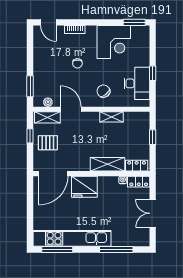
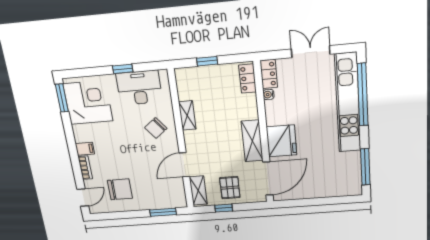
filing cabinet: (91, 32) -> (85, 149), added
corner desk: (114, 42) -> (88, 102), moved
chair: (77, 63) -> (120, 189), moved, width x1.87, depth x1.87
plant: (48, 102) -> (180, 191), removed
shelving: (108, 164) -> (252, 141), moved
door: (53, 174) -> (268, 179), hinge flipped
double door: (153, 213) -> (311, 52), swing flipped
kitchen unit: (72, 238) -> (348, 103), moved
window: (116, 249) -> (363, 95), width x1.46

